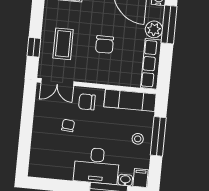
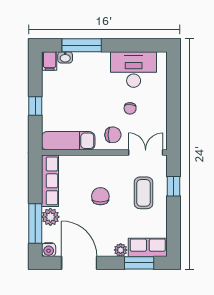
window: (158, 136) -> (35, 106), width x0.46
stool: (138, 139) -> (56, 101), removed
desk: (97, 166) -> (134, 70), moved

